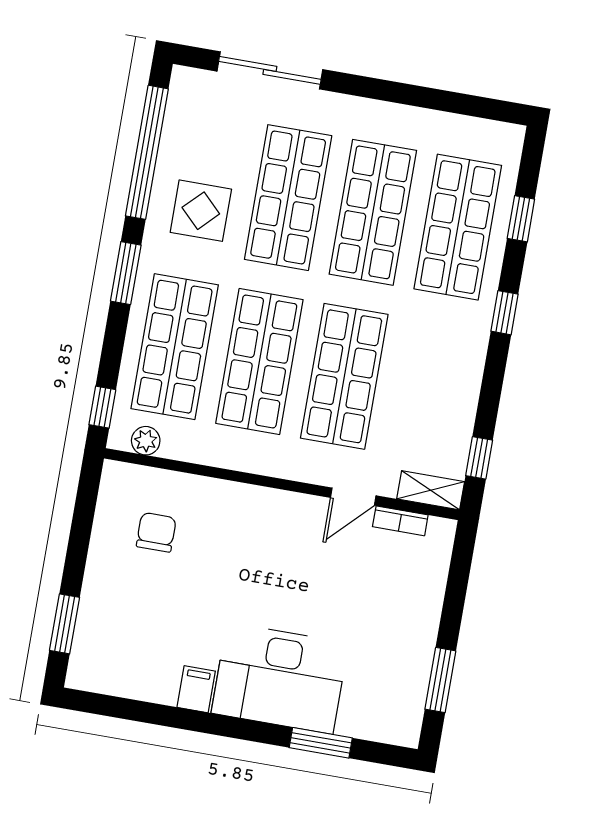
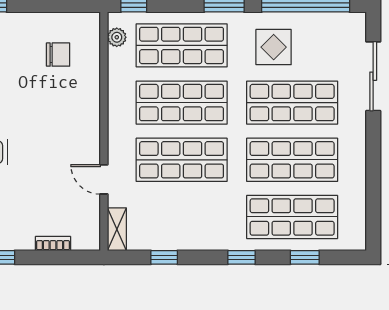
window: (479, 458) -> (164, 257), moved
bookcase: (400, 521) -> (53, 243), moved, turned 90

